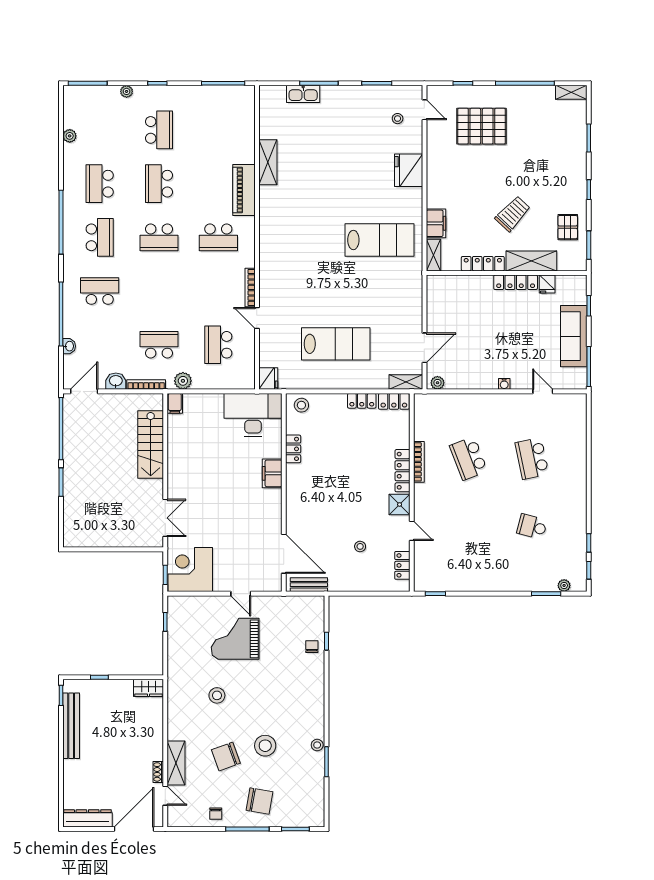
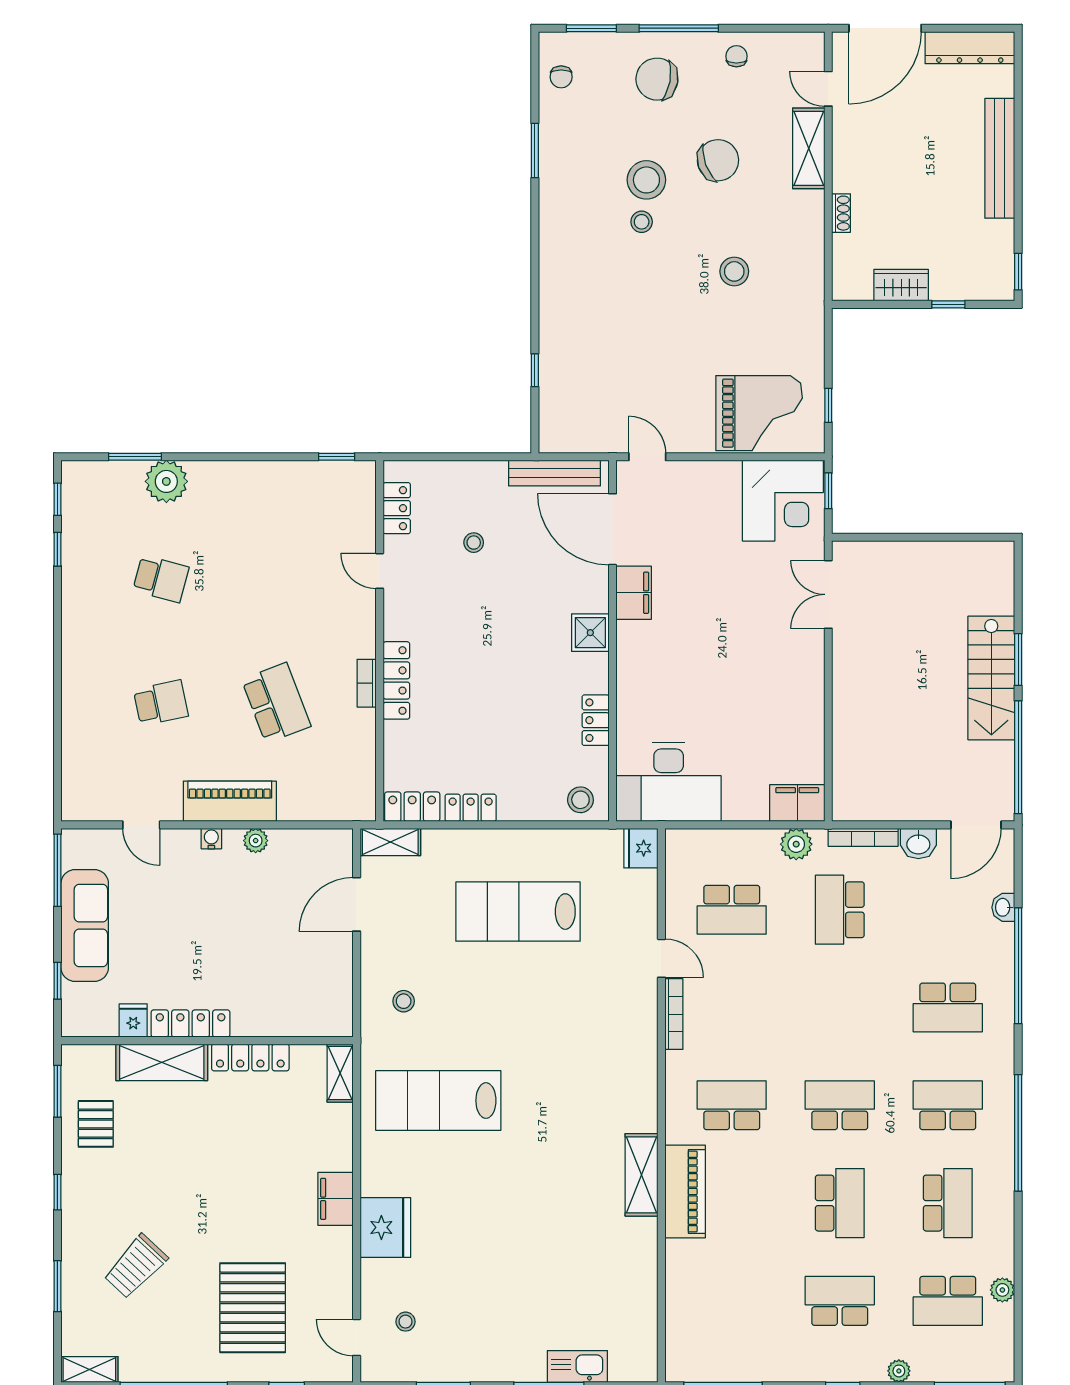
pallet: (481, 126) -> (253, 1308), turned 90
school desk: (100, 130) -> (948, 1301), added
school desk: (159, 130) -> (840, 1301), turned 90
shelving: (268, 162) -> (641, 1175), moved
trolley: (513, 214) -> (136, 1266), moved
filing cabinet: (436, 223) -> (335, 1199), moved
school desk: (100, 237) -> (948, 1105), turned 90
stool: (399, 295) -> (404, 1001), added
school desk: (159, 345) -> (840, 910), turned 90
school desk: (218, 345) -> (732, 910), turned 90
plant: (437, 383) -> (256, 841), moved
filing cabinet: (175, 403) -> (797, 803), width x2.00
piano: (494, 404) -> (230, 801), added
stairs: (151, 445) -> (991, 678), moved, turned 180
school desk: (532, 458) -> (161, 703), width x0.54
bookcase: (419, 462) -> (367, 683), width x0.64
filing cabinet: (272, 473) -> (634, 593), moved
shower: (400, 504) -> (590, 633), moved
bench: (309, 585) -> (554, 473), width x1.36
plant: (564, 585) -> (166, 481), moved, width x1.88, depth x1.88
door: (241, 594) -> (647, 457), moved
grand piano: (235, 639) -> (759, 413), moved
chair: (312, 647) -> (561, 77), moved
wardrobe: (148, 688) -> (901, 285), moved
bench: (71, 726) -> (1000, 158), moved
stool: (317, 745) -> (642, 222), moved
shoe rack: (158, 772) -> (841, 213), moved

